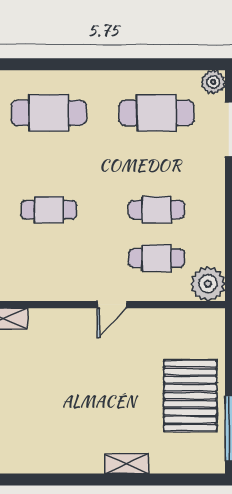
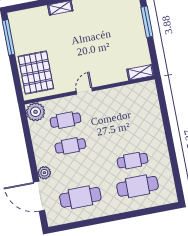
plant: (213, 82) -> (44, 173), moved
cafe table: (49, 210) -> (133, 161), moved
pallet: (190, 396) -> (36, 73), moved

